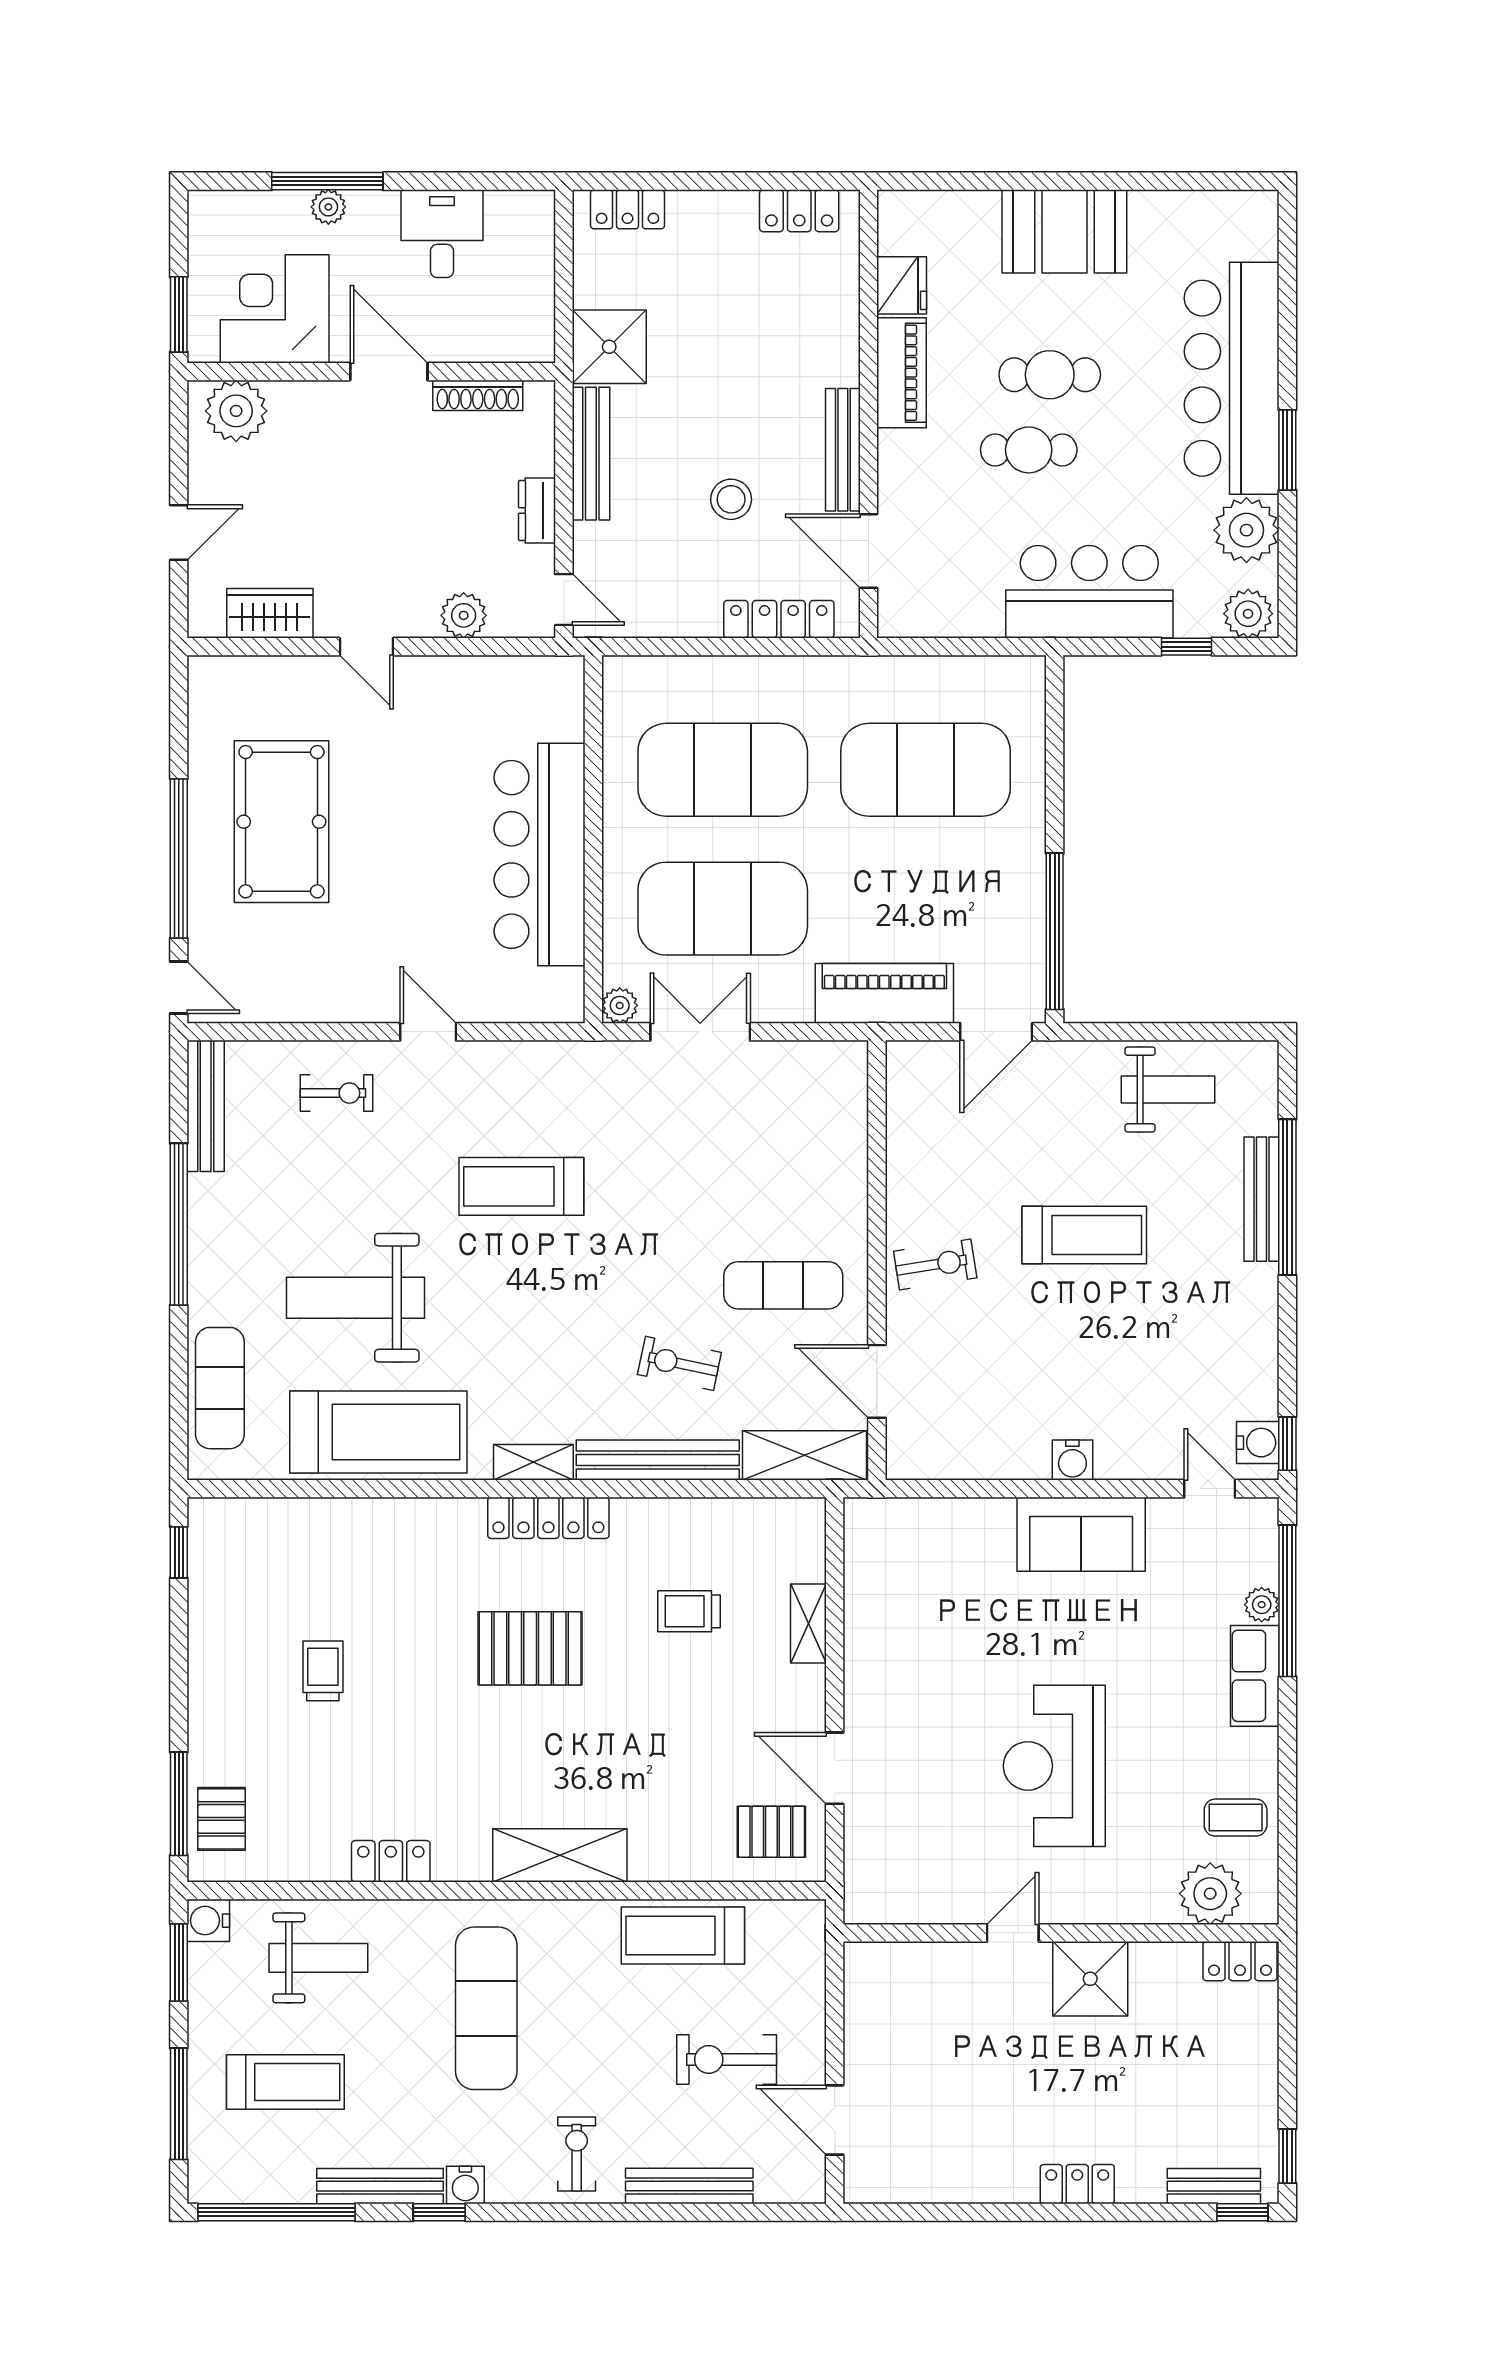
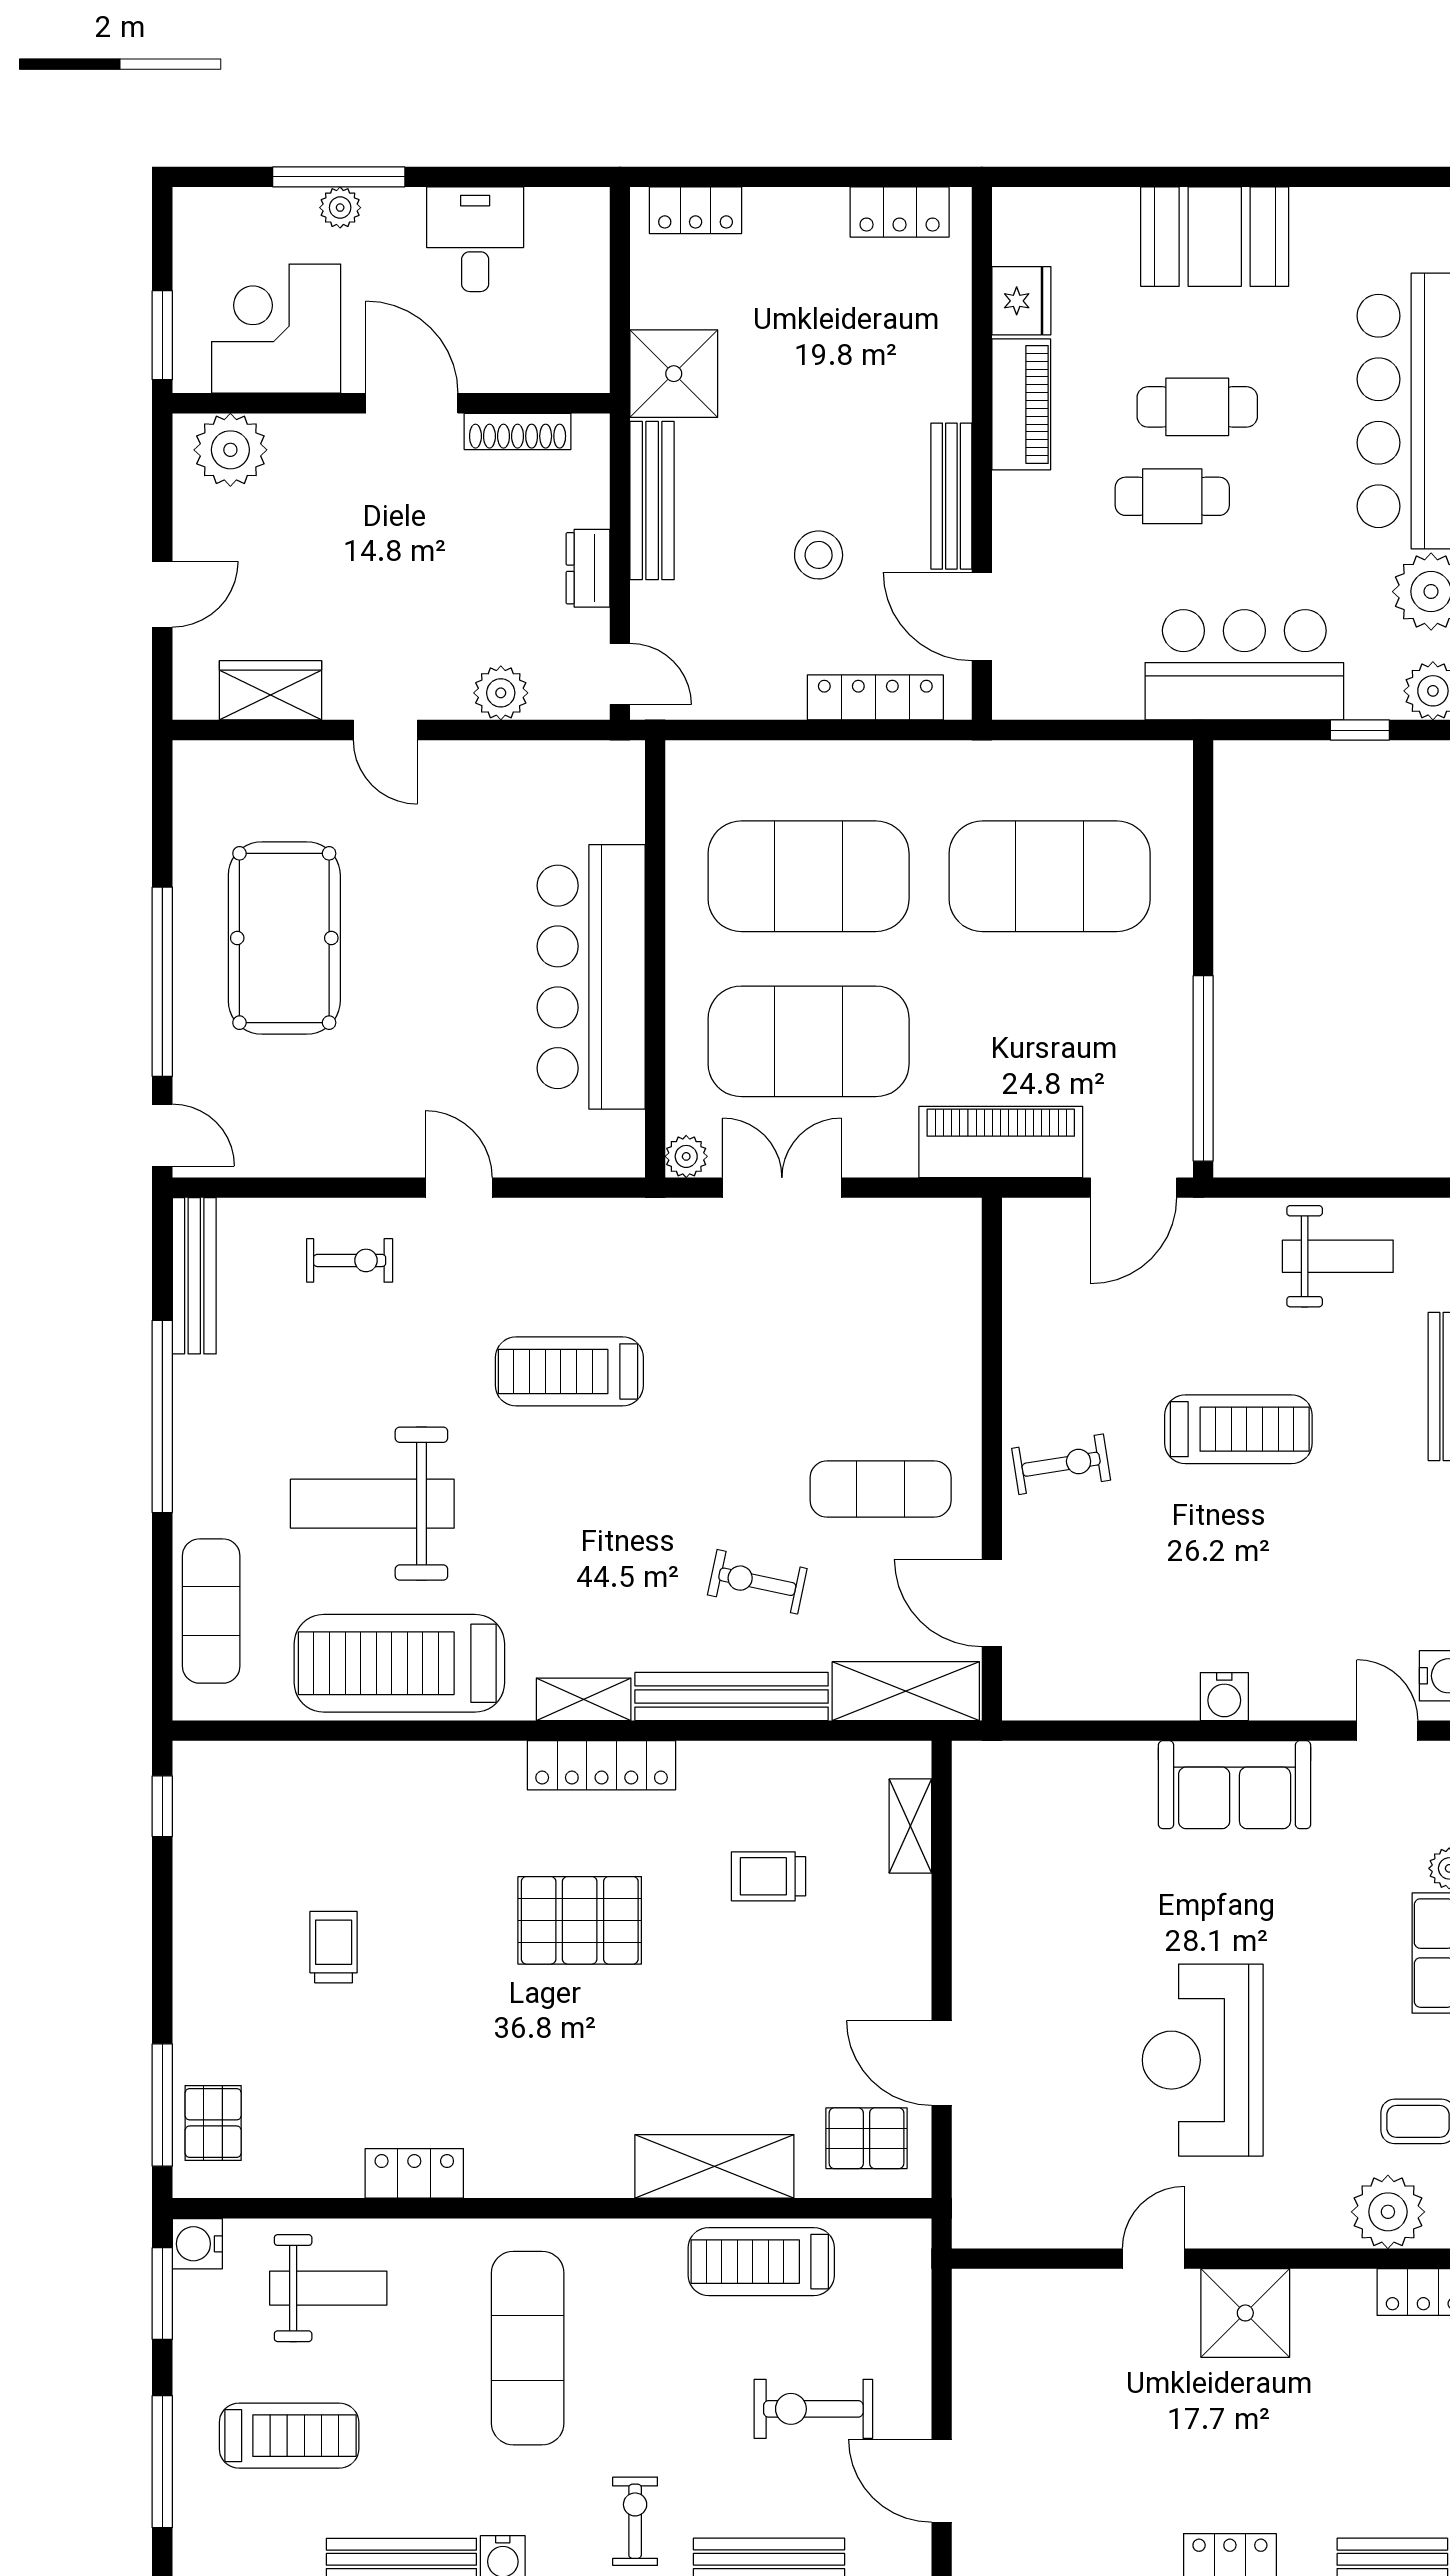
treadmill: (378, 1432) -> (399, 1663), turned 180
shelving: (808, 1623) -> (910, 1826), moved
shelving: (560, 1855) -> (714, 2166), moved

